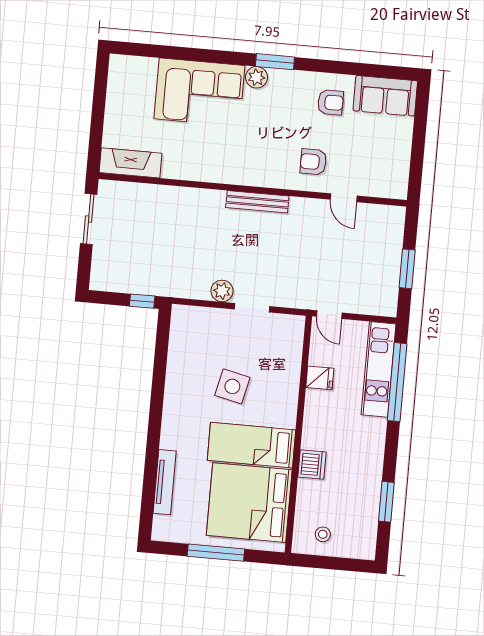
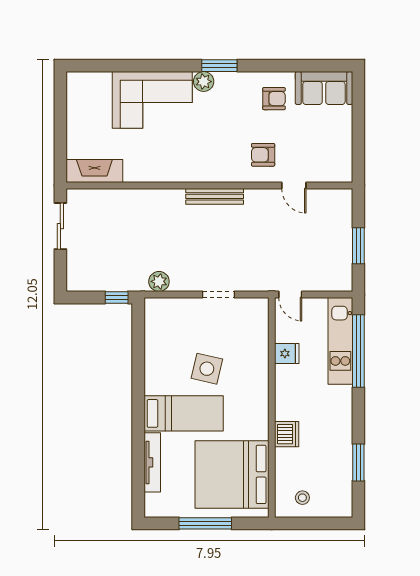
plant: (222, 291) -> (159, 281), moved
bed: (251, 445) -> (184, 413), moved, turned 180

